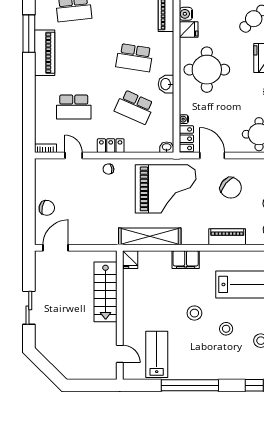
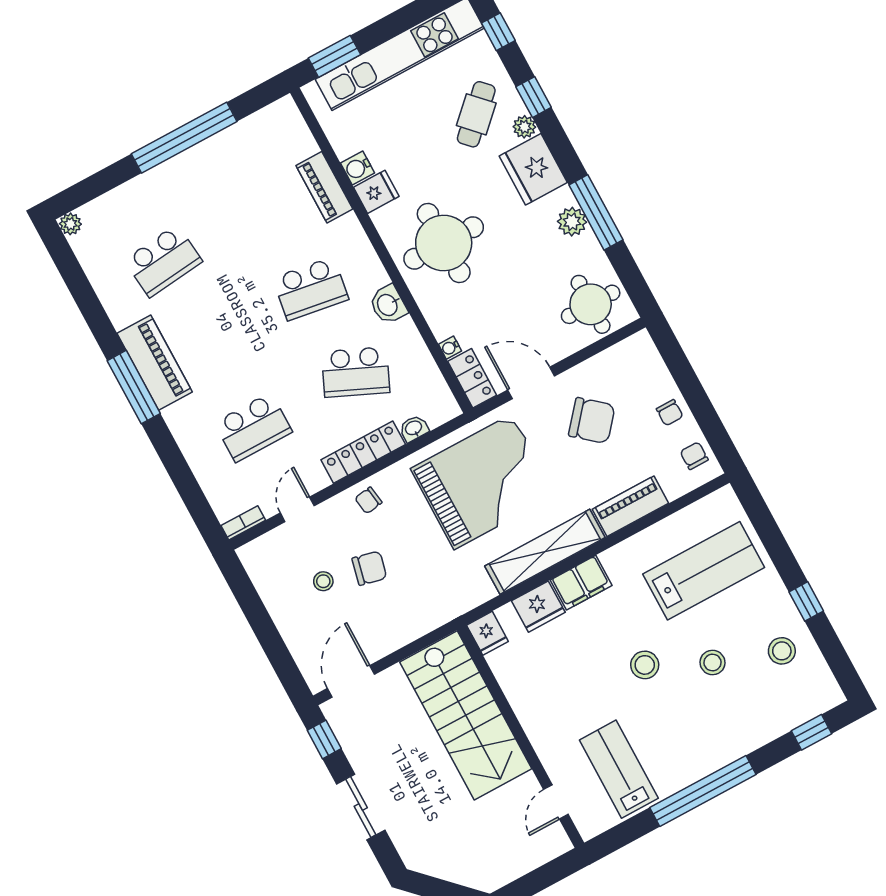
window: (29, 34) -> (134, 387), moved
locker: (111, 146) -> (363, 452), width x1.53
washbasin: (167, 147) -> (414, 428), moved
door: (74, 155) -> (297, 509), hinge flipped
stool: (68, 195) -> (323, 581), added
chair: (47, 208) -> (369, 568), moved
shelving: (150, 236) -> (545, 552), moved
fridge: (160, 260) -> (538, 607), added
window: (29, 268) -> (324, 739), added
stairs: (106, 292) -> (466, 715), width x1.36, depth x1.51
door: (120, 354) -> (556, 802), swing flipped

